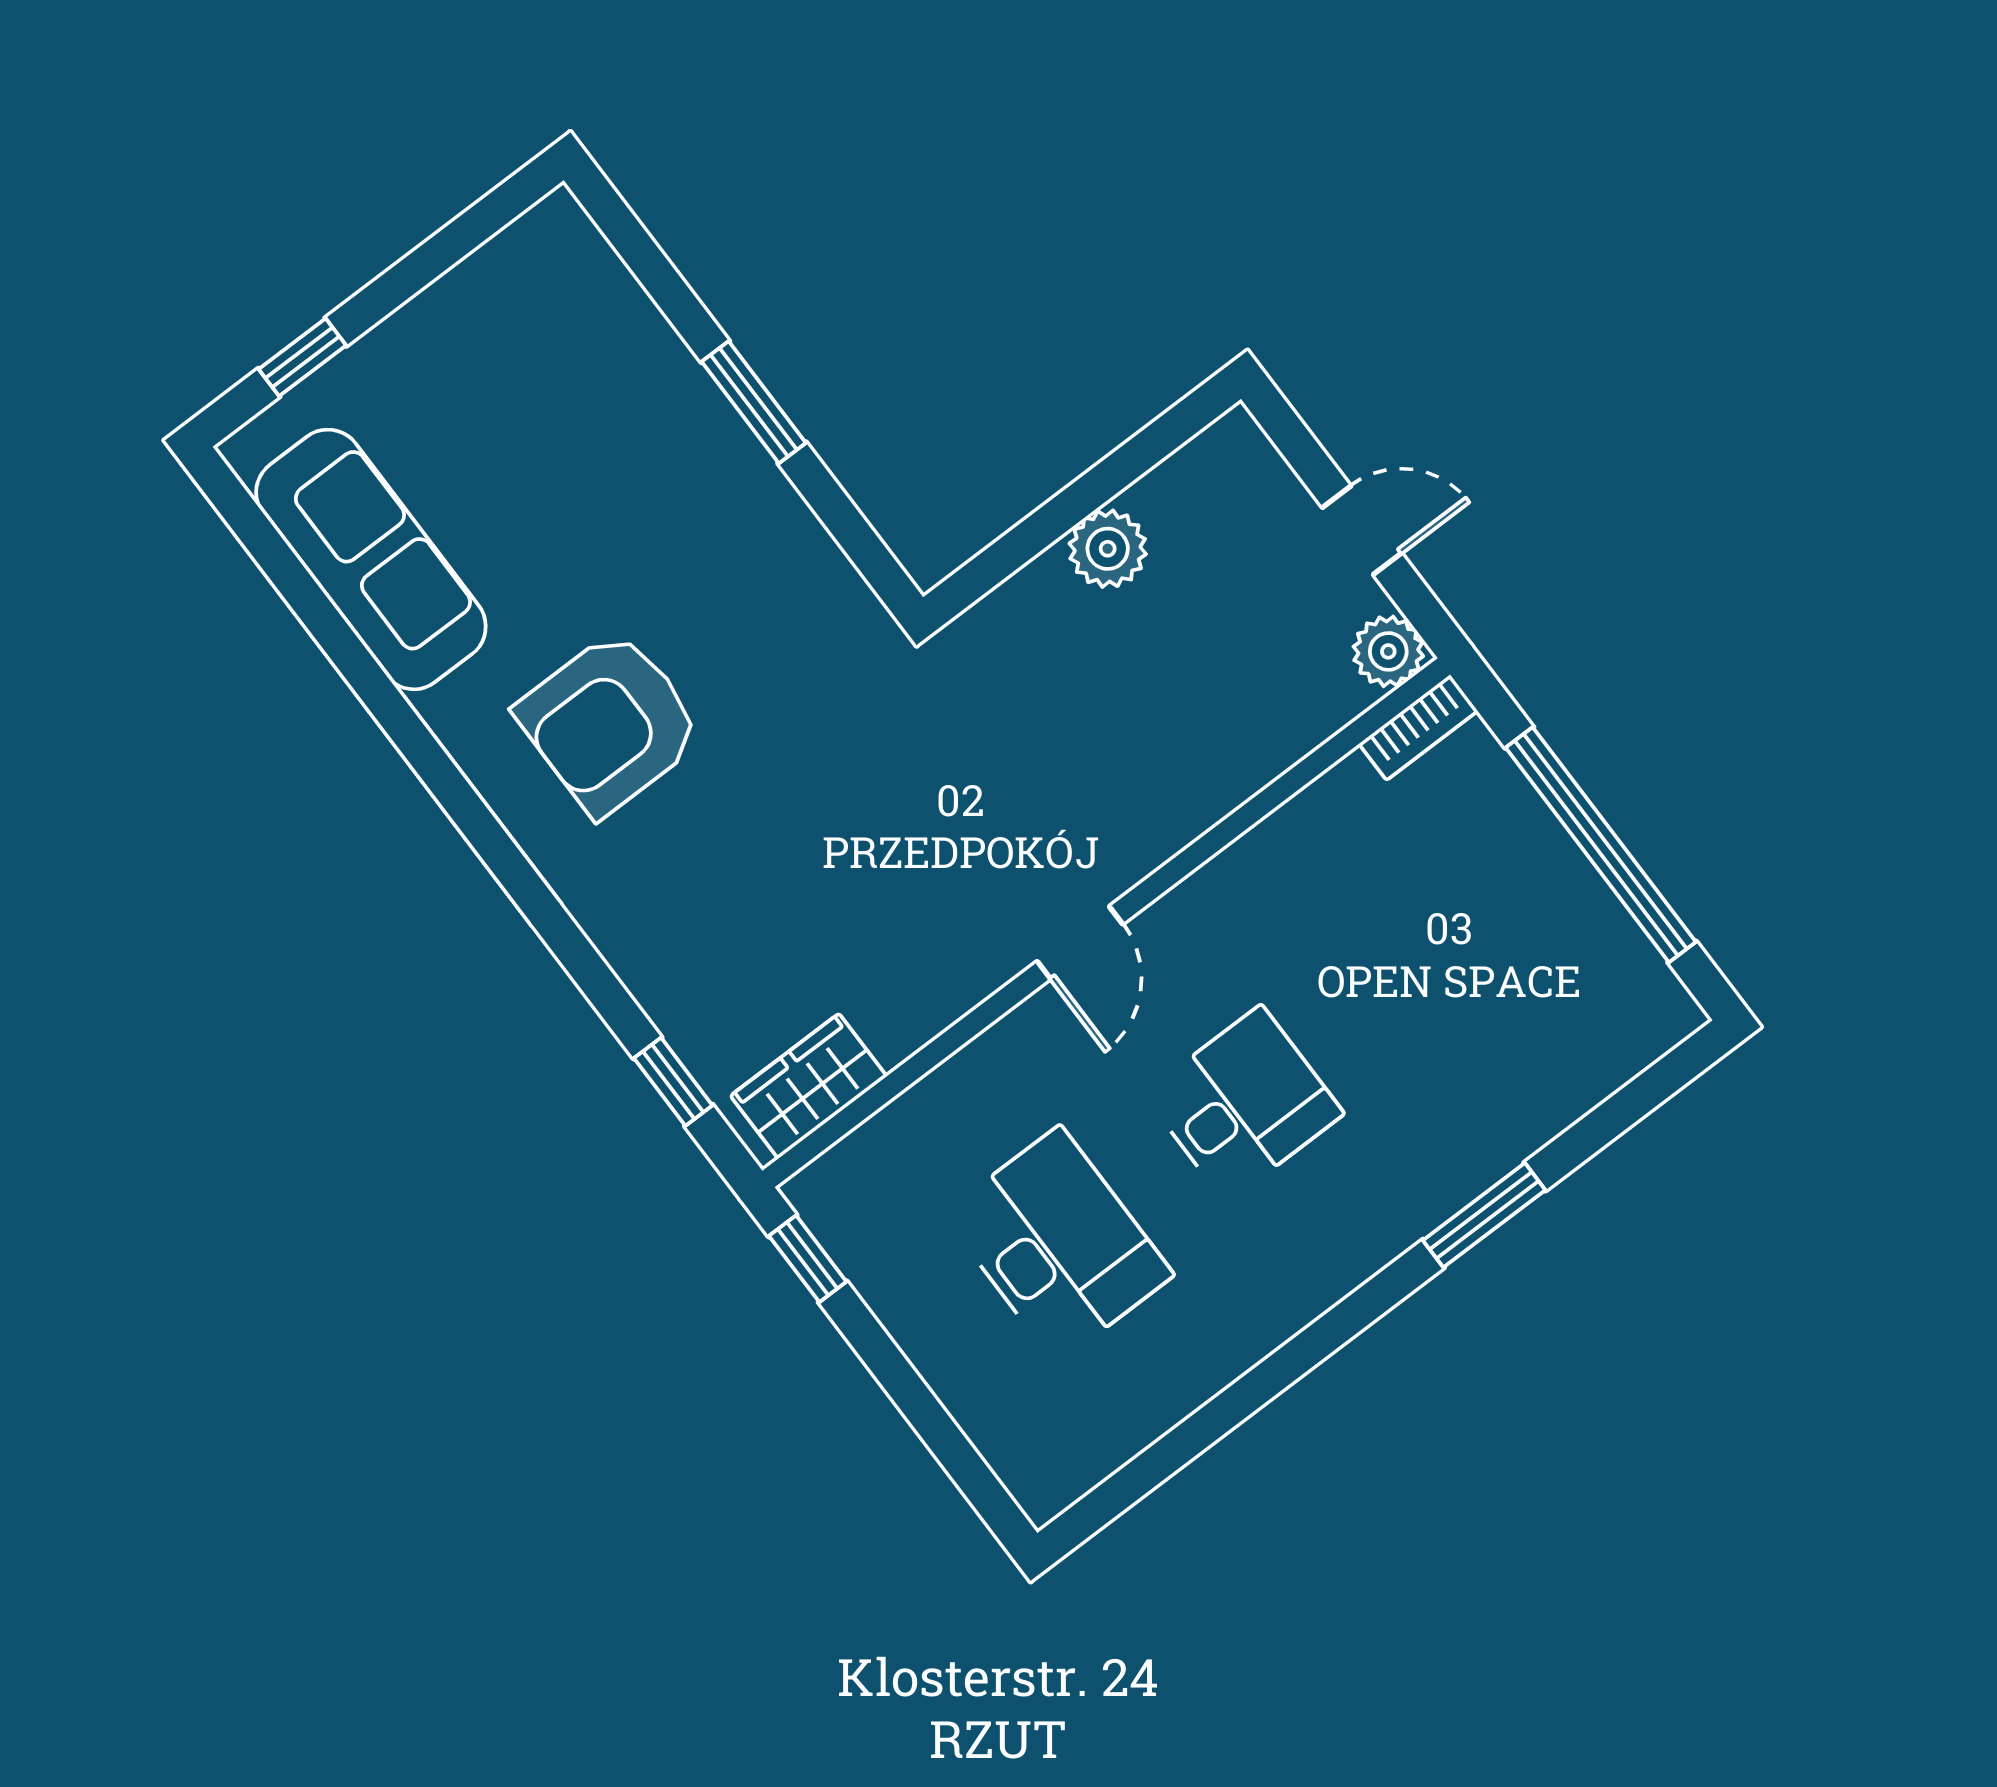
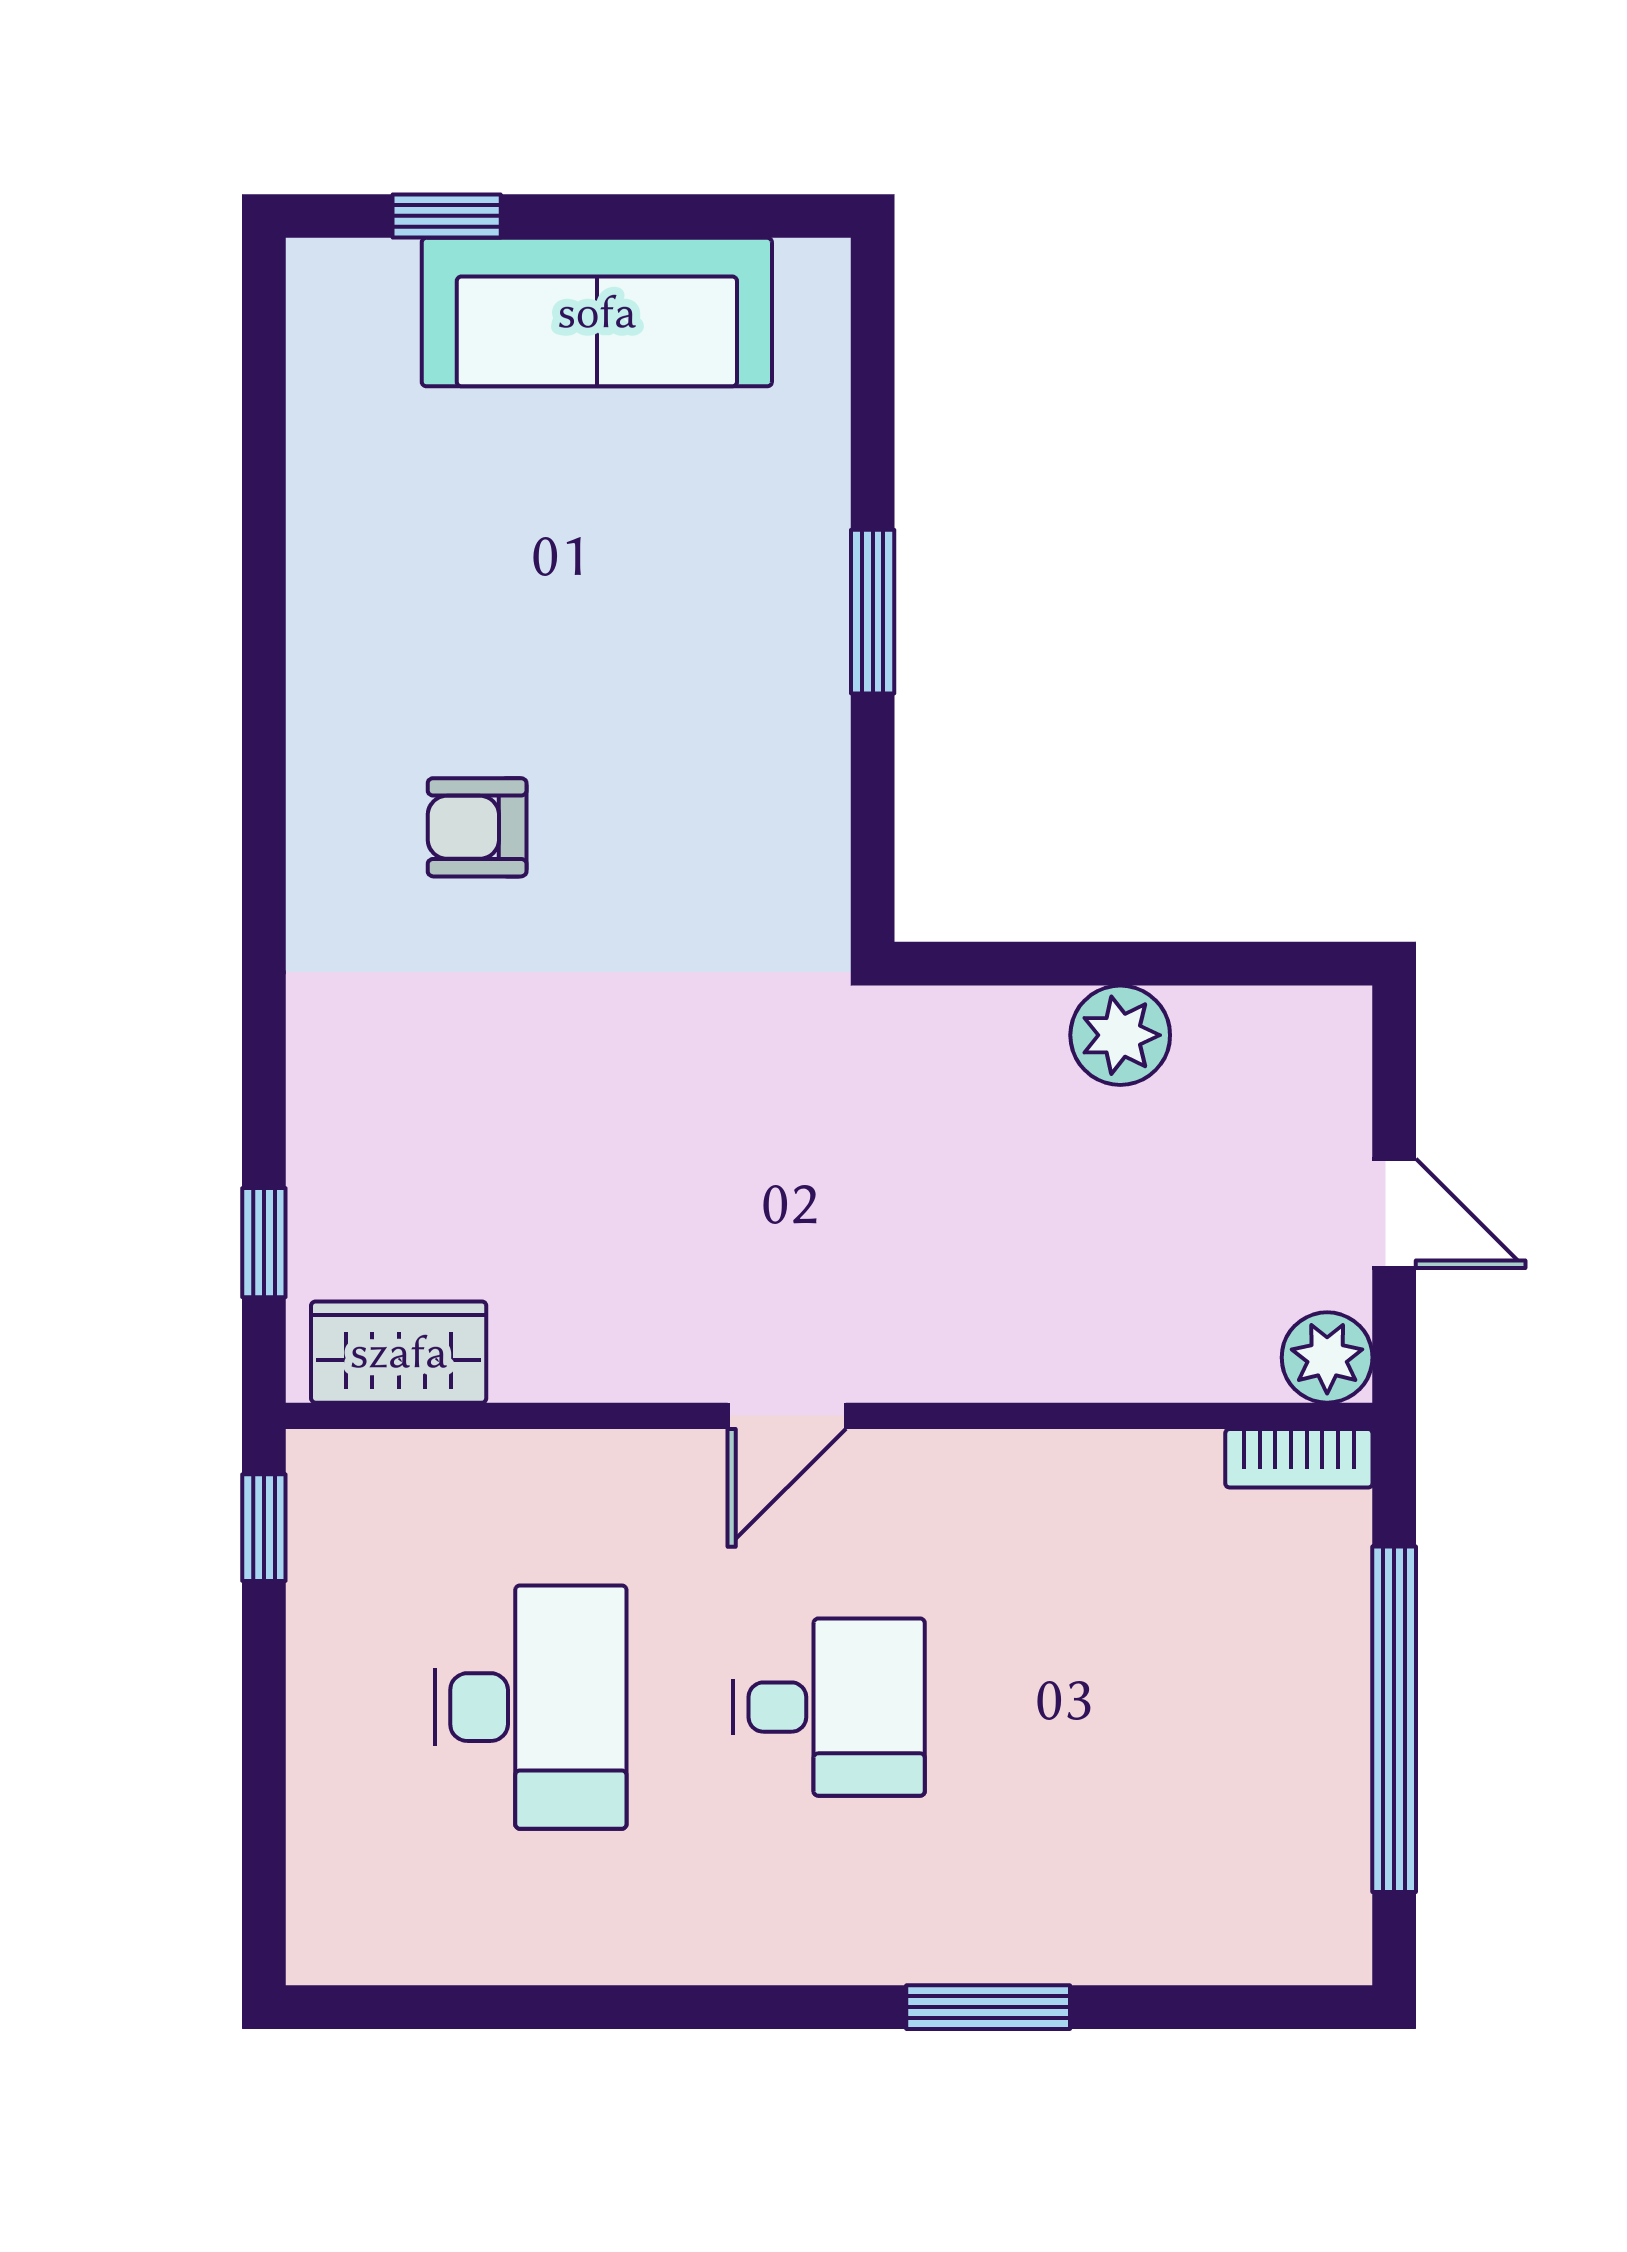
sofa: (371, 559) -> (597, 312), moved, turned 90
armchair: (610, 723) -> (477, 827), width x0.53, depth x0.53

